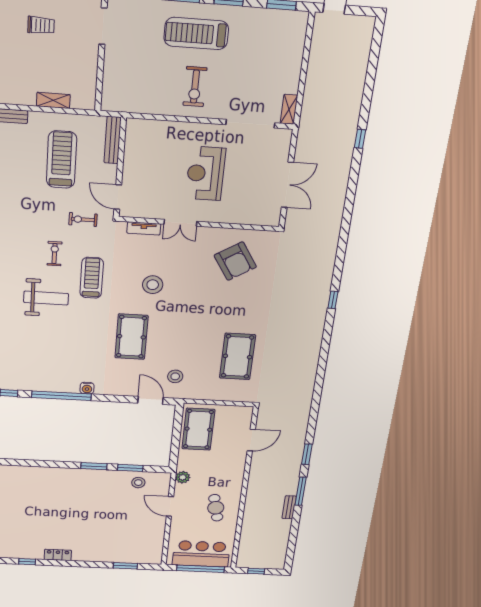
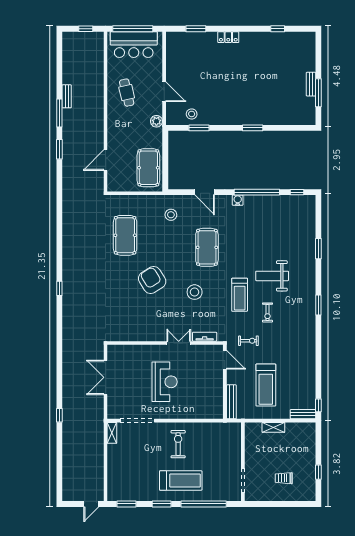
armchair: (235, 261) -> (152, 280), moved
door: (150, 400) -> (205, 192), moved
window: (94, 466) -> (253, 128), moved
locker: (58, 555) -> (228, 37), moved

